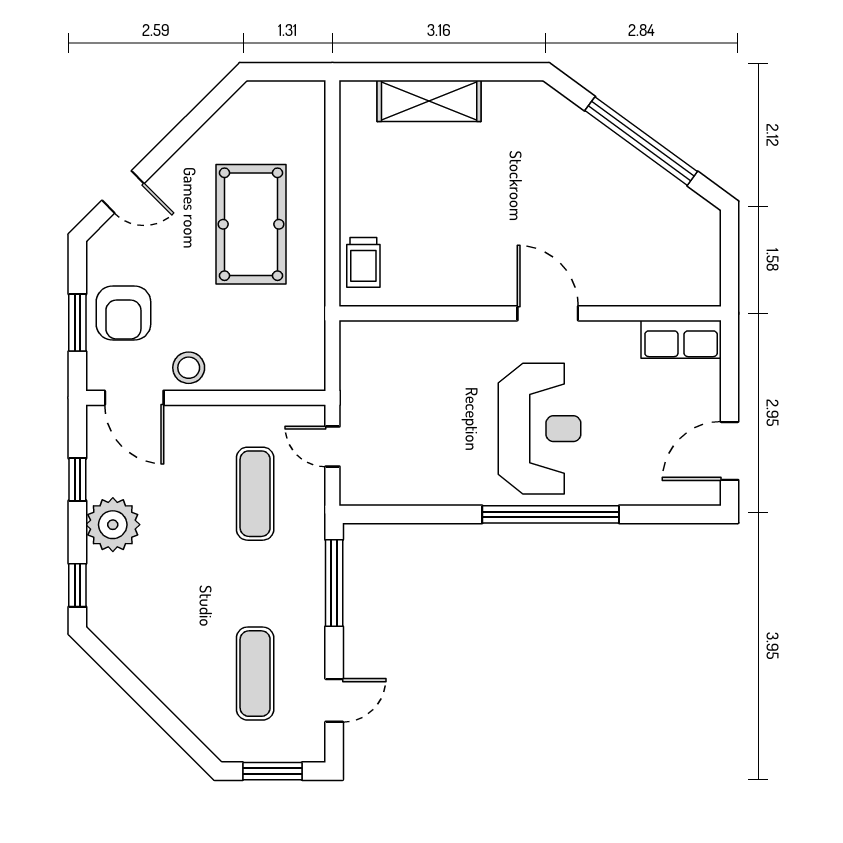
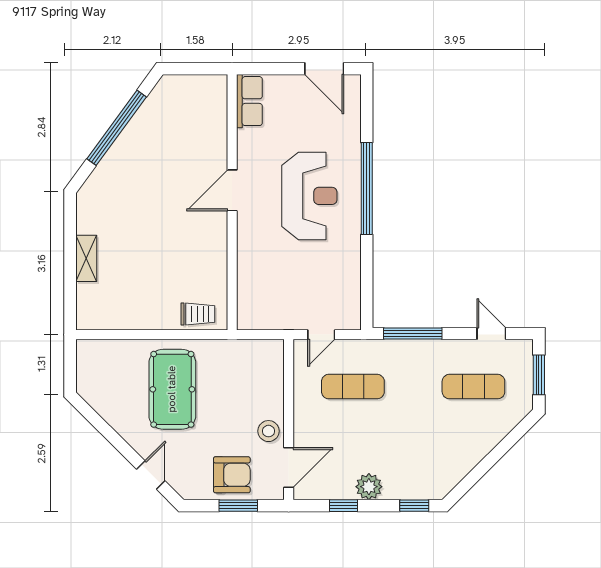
shelving: (429, 101) -> (86, 258), width x0.67, depth x0.75
pool table: (251, 224) -> (172, 389), turned 90
reception desk: (539, 429) -> (309, 196), turned 90
plant: (113, 525) -> (369, 487), width x0.73, depth x0.73

